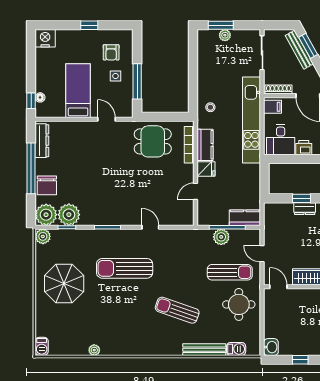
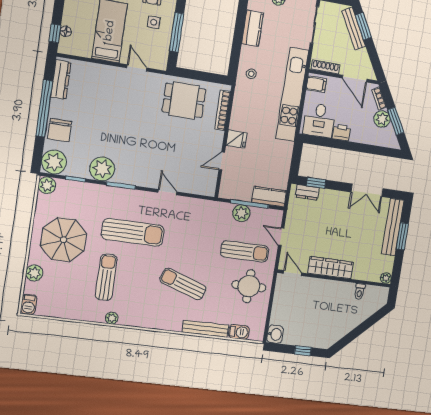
kitchen counter: (205, 145) -> (252, 28), moved
window: (301, 198) -> (316, 183), moved
dresser: (305, 209) -> (307, 192), moved
plant: (69, 215) -> (102, 169), moved
sun lounger: (125, 268) -> (133, 232), turned 180
sun lounger: (107, 313) -> (106, 277), added
plant: (43, 317) -> (34, 273), added
plant: (94, 350) -> (112, 318), moved

